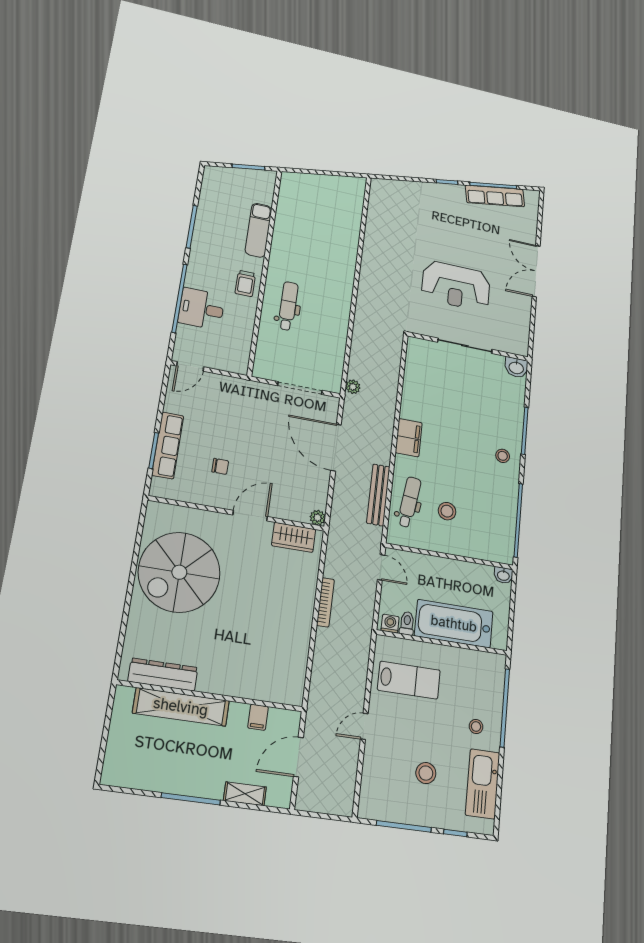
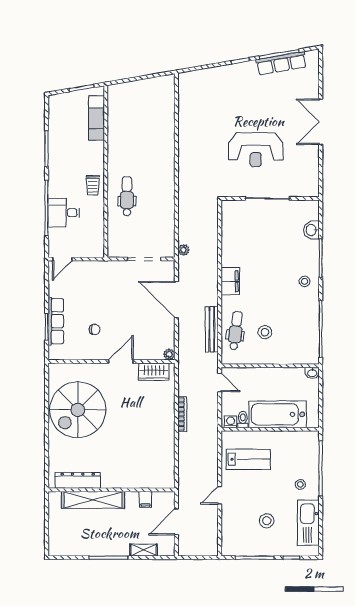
exam couch: (258, 230) -> (96, 118), moved
washbasin: (516, 367) -> (312, 230), moved, turned 90

